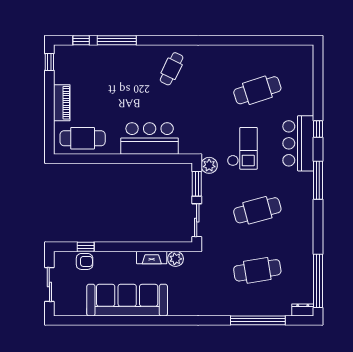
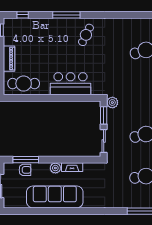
window: (117, 40) -> (66, 15), moved
checkout: (242, 148) -> (136, 91), removed
window: (86, 247) -> (26, 160), width x2.17
plant: (176, 259) -> (55, 168), moved

